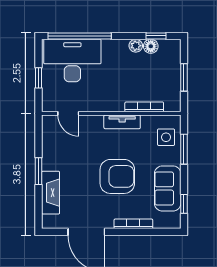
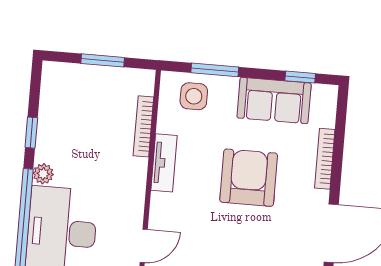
window: (156, 36) -> (31, 133), moved
plant: (136, 46) -> (43, 174), moved
floor lamp: (151, 46) -> (50, 108), removed

